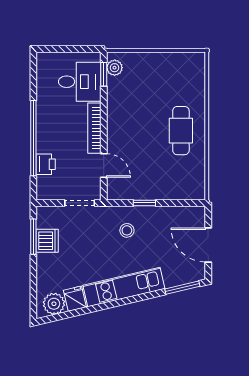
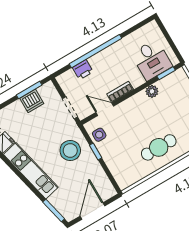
plant: (115, 68) -> (152, 91), moved
bookcase: (94, 128) -> (120, 92), width x0.64
door: (104, 166) -> (105, 109), swing flipped
side table: (128, 188) -> (99, 135), added
stool: (127, 230) -> (70, 150), width x1.89, depth x1.89

